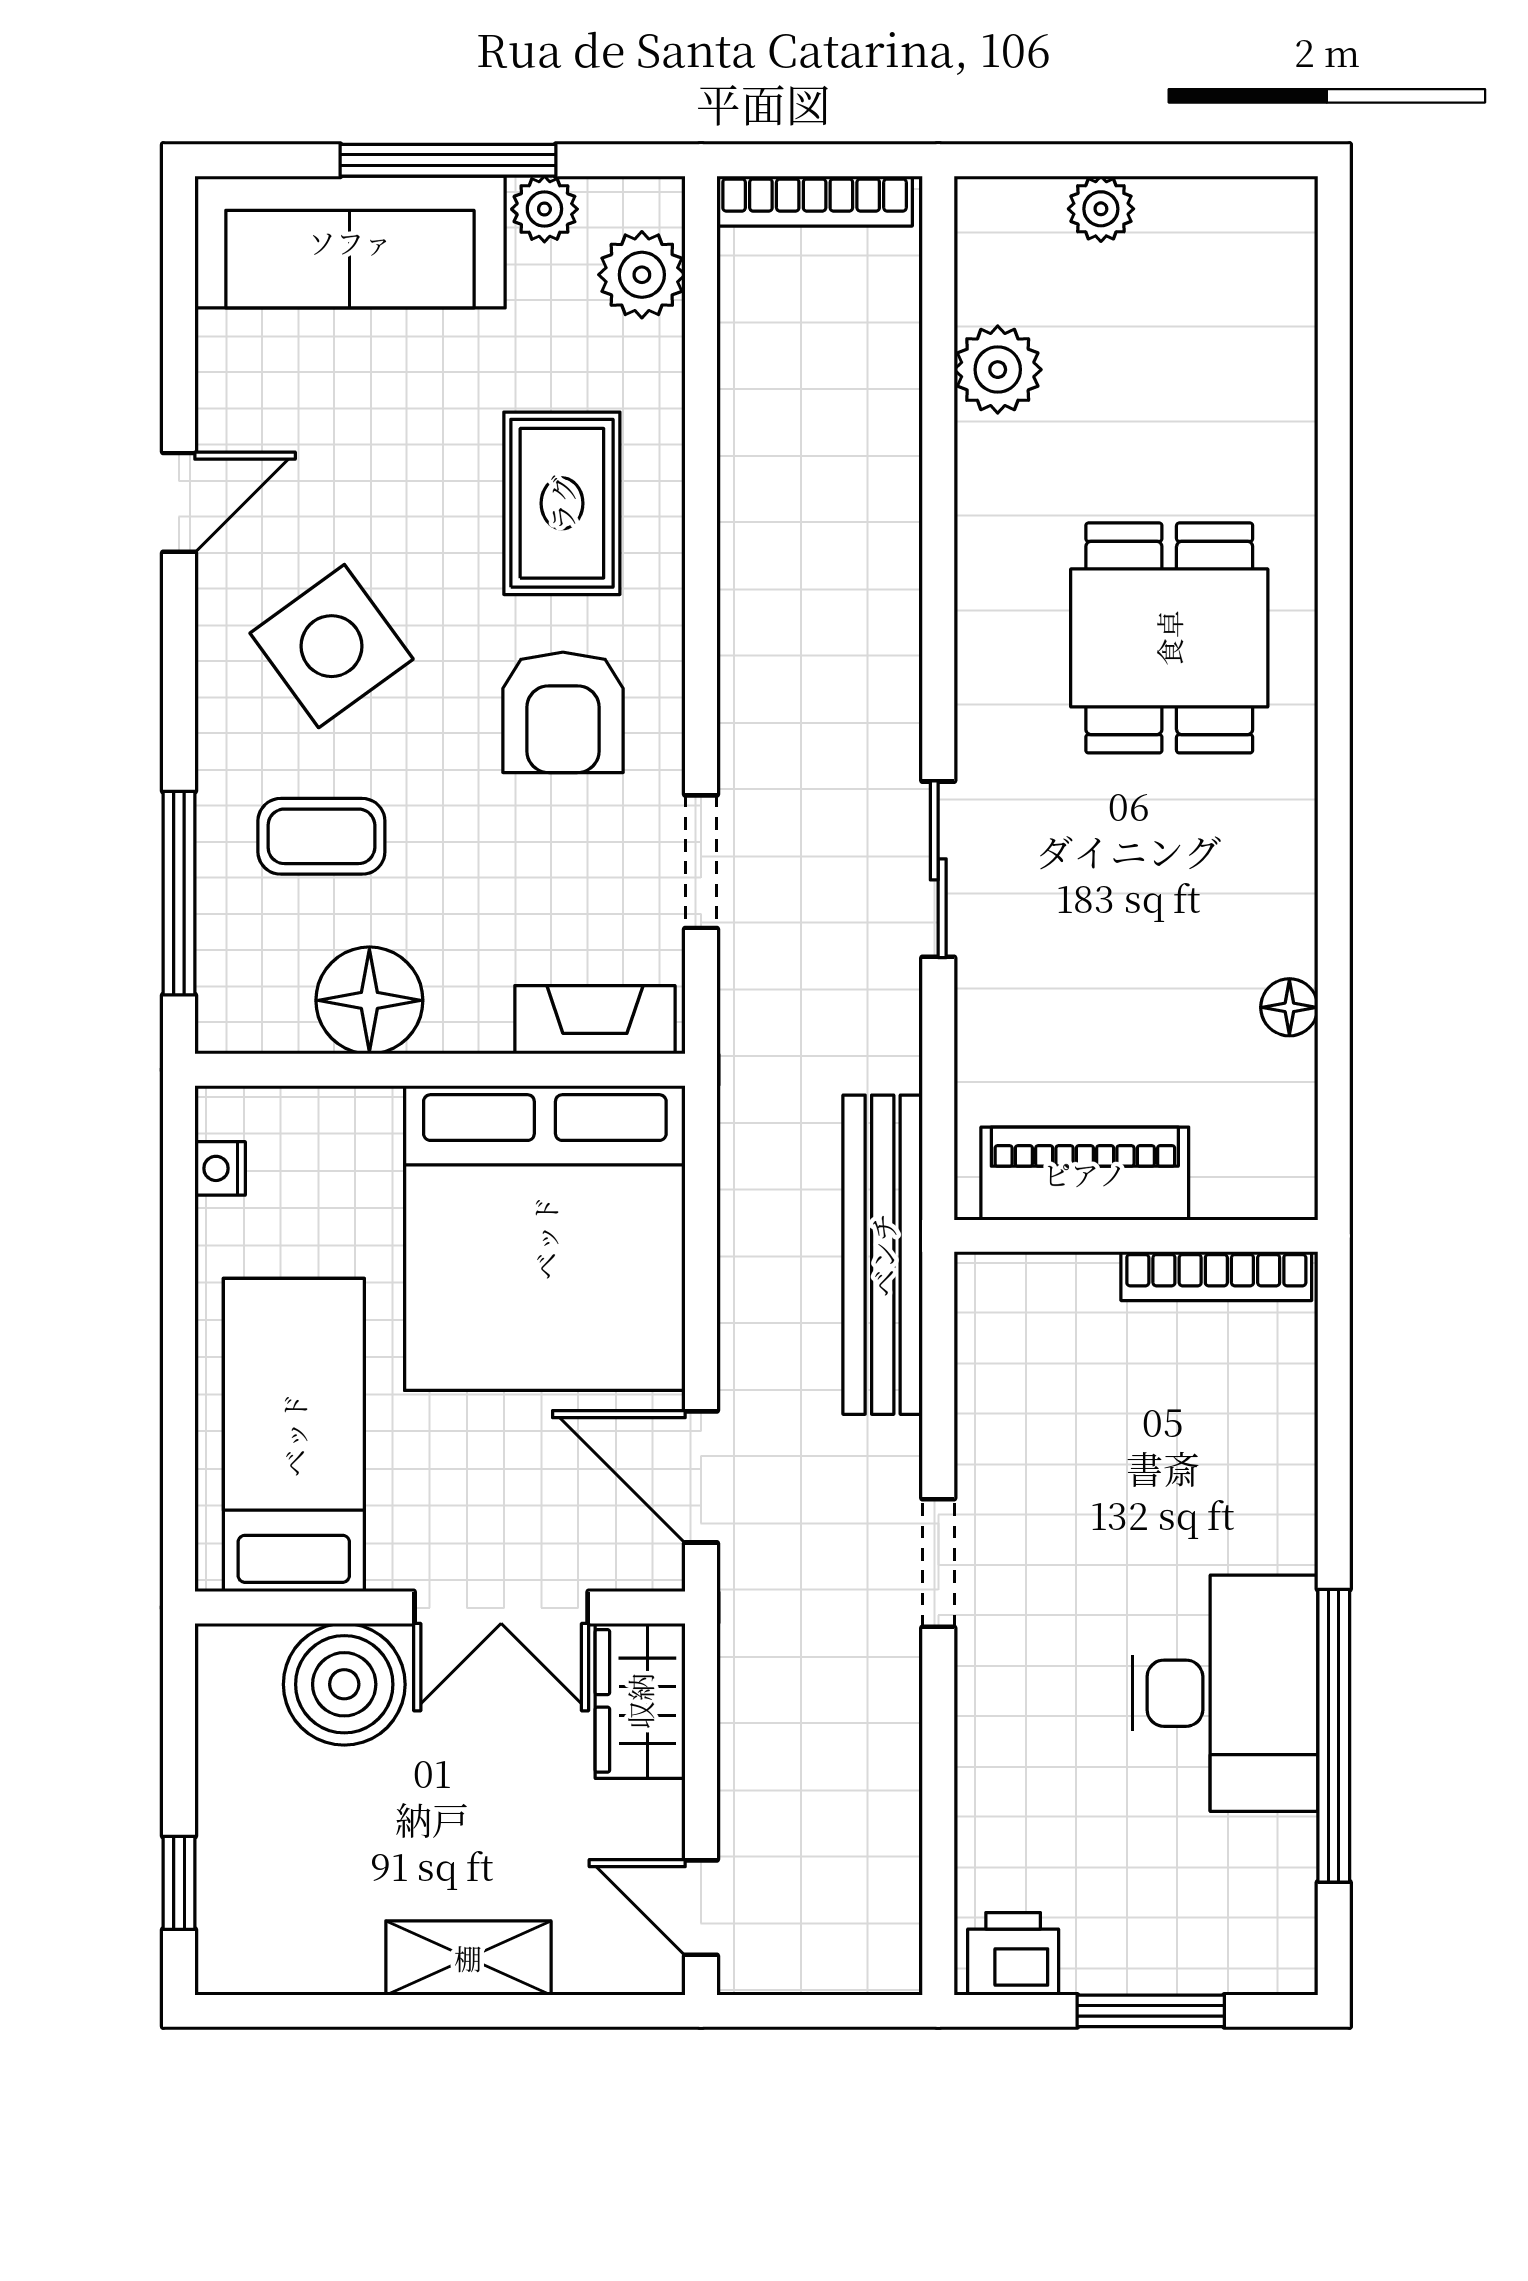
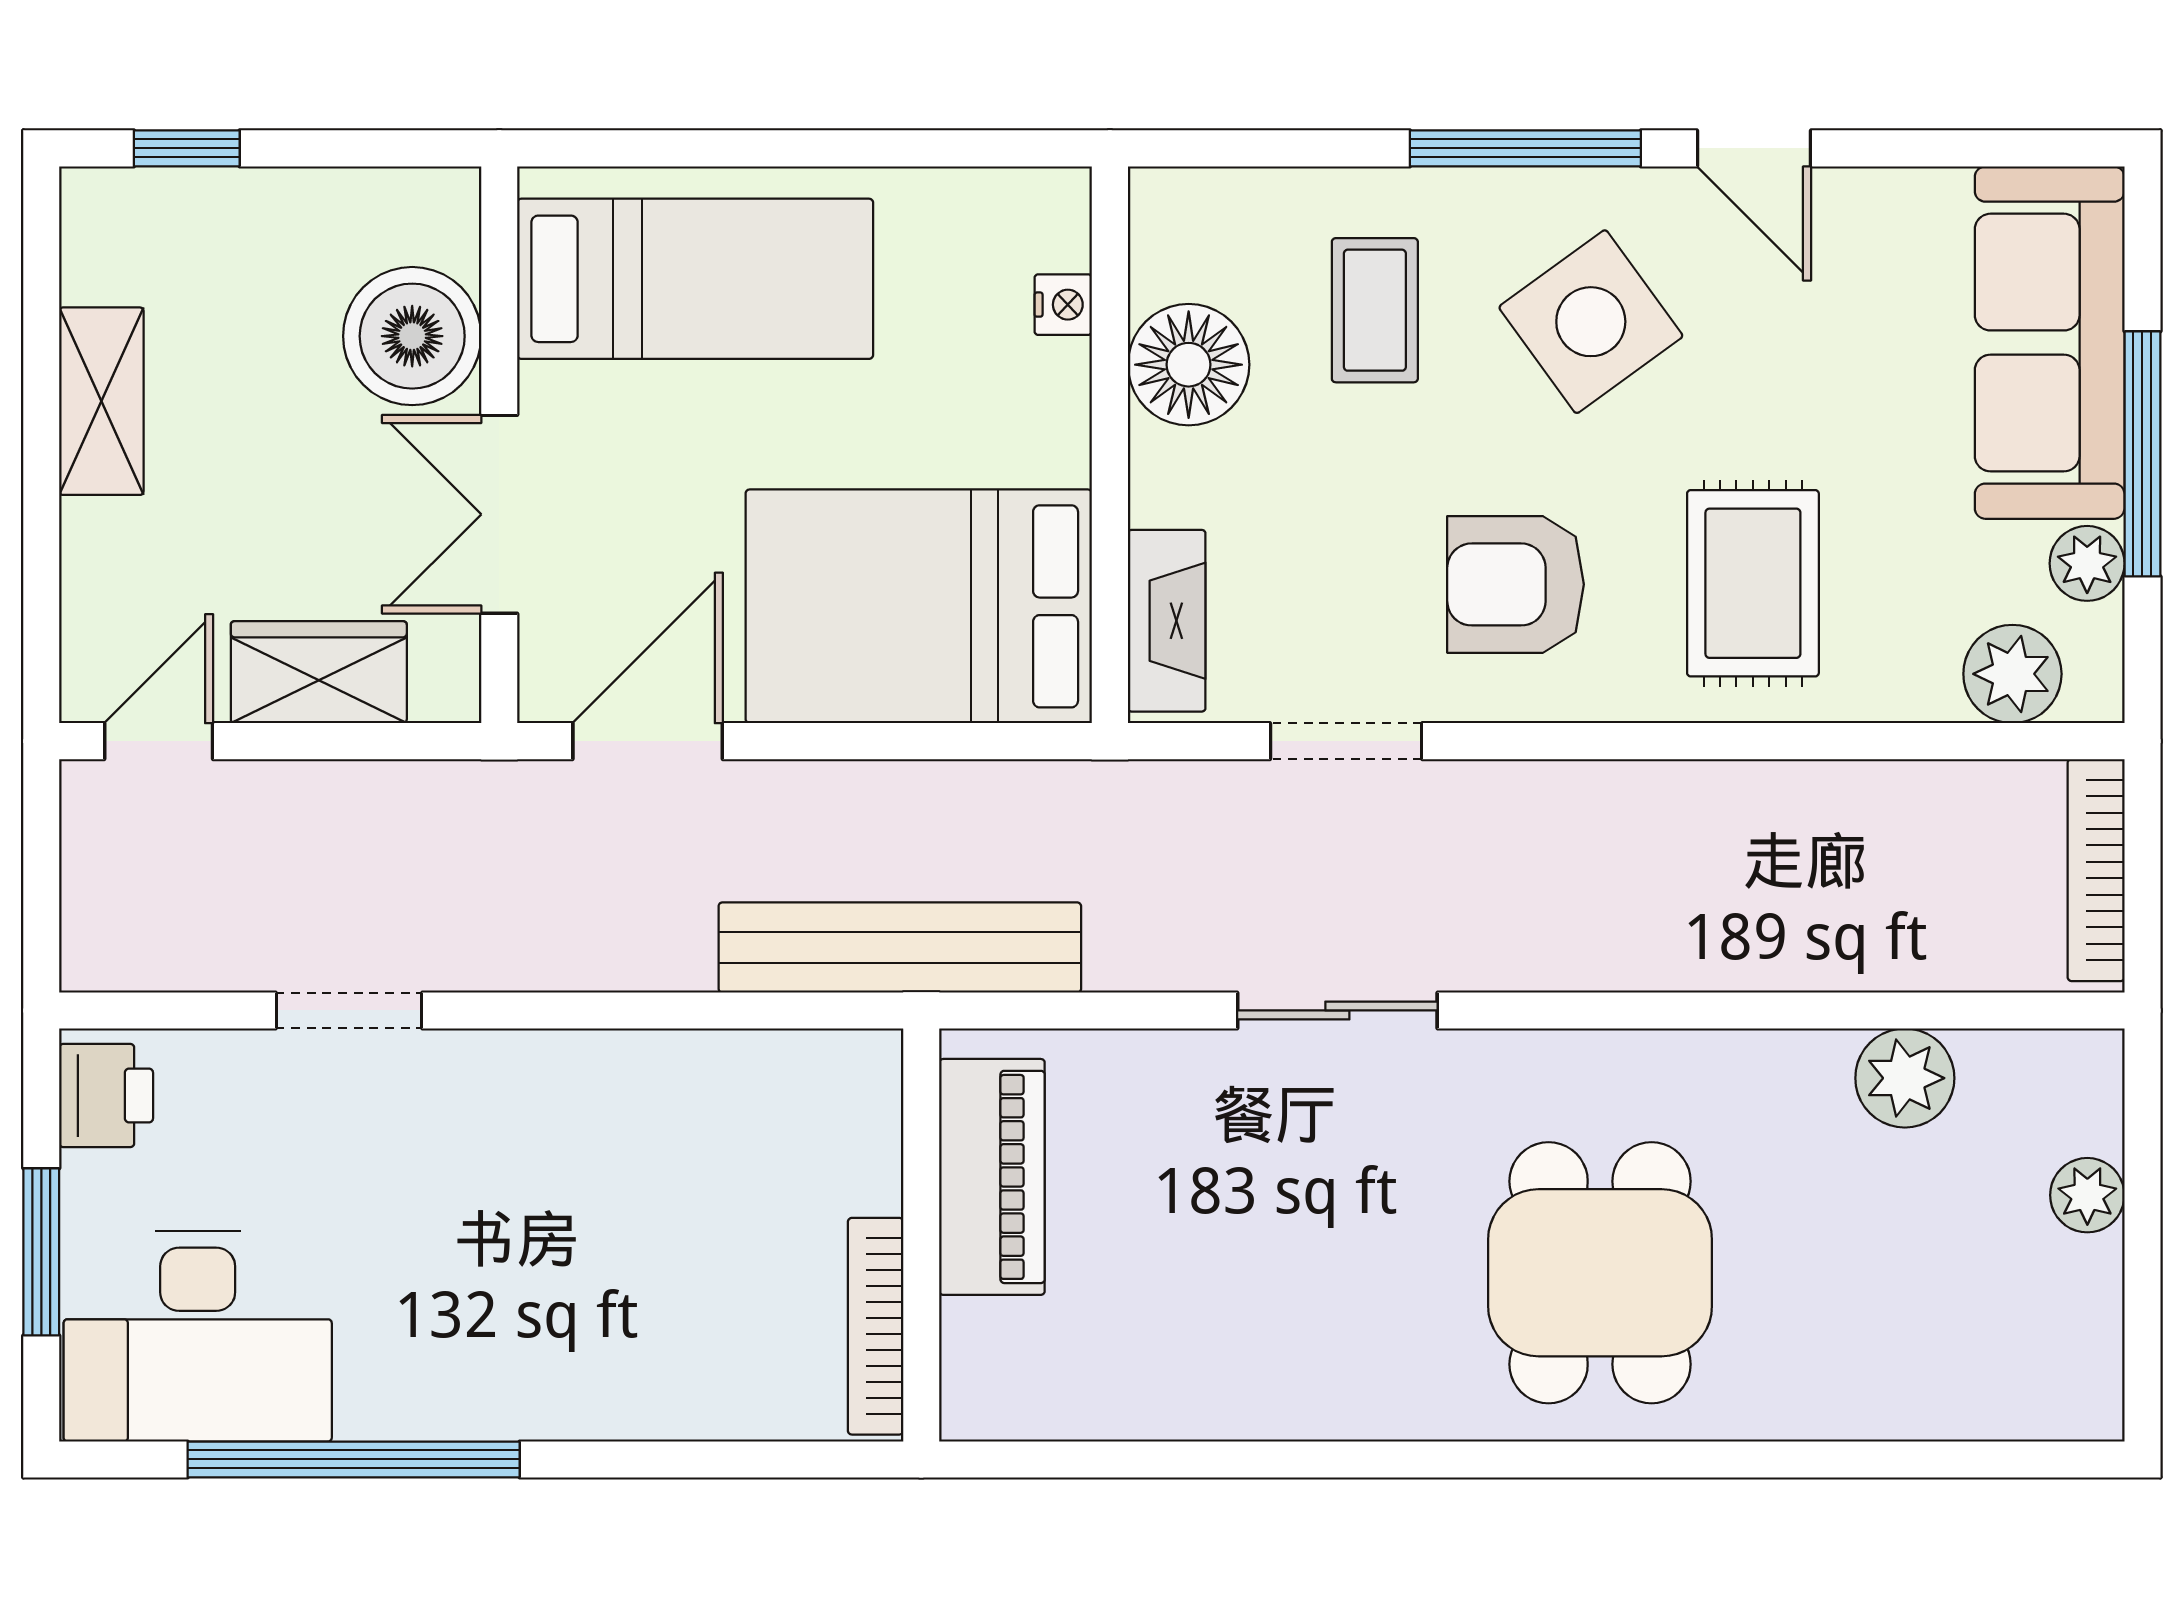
rug: (562, 503) -> (1753, 583), turned 90
dining table: (1169, 638) -> (1600, 1273), turned 90
window: (179, 893) -> (1525, 148), moved
floor lamp: (1289, 1007) -> (1181, 1409), removed
nightstand: (220, 1168) -> (1063, 305), moved, turned 90
bed: (545, 1238) -> (919, 606), width x0.73
doorway: (938, 1563) -> (349, 1010), moved
desk: (1225, 1693) -> (198, 1336), moved
wardrobe: (640, 1701) -> (319, 672), moved
shelving: (468, 1958) -> (101, 401), moved

